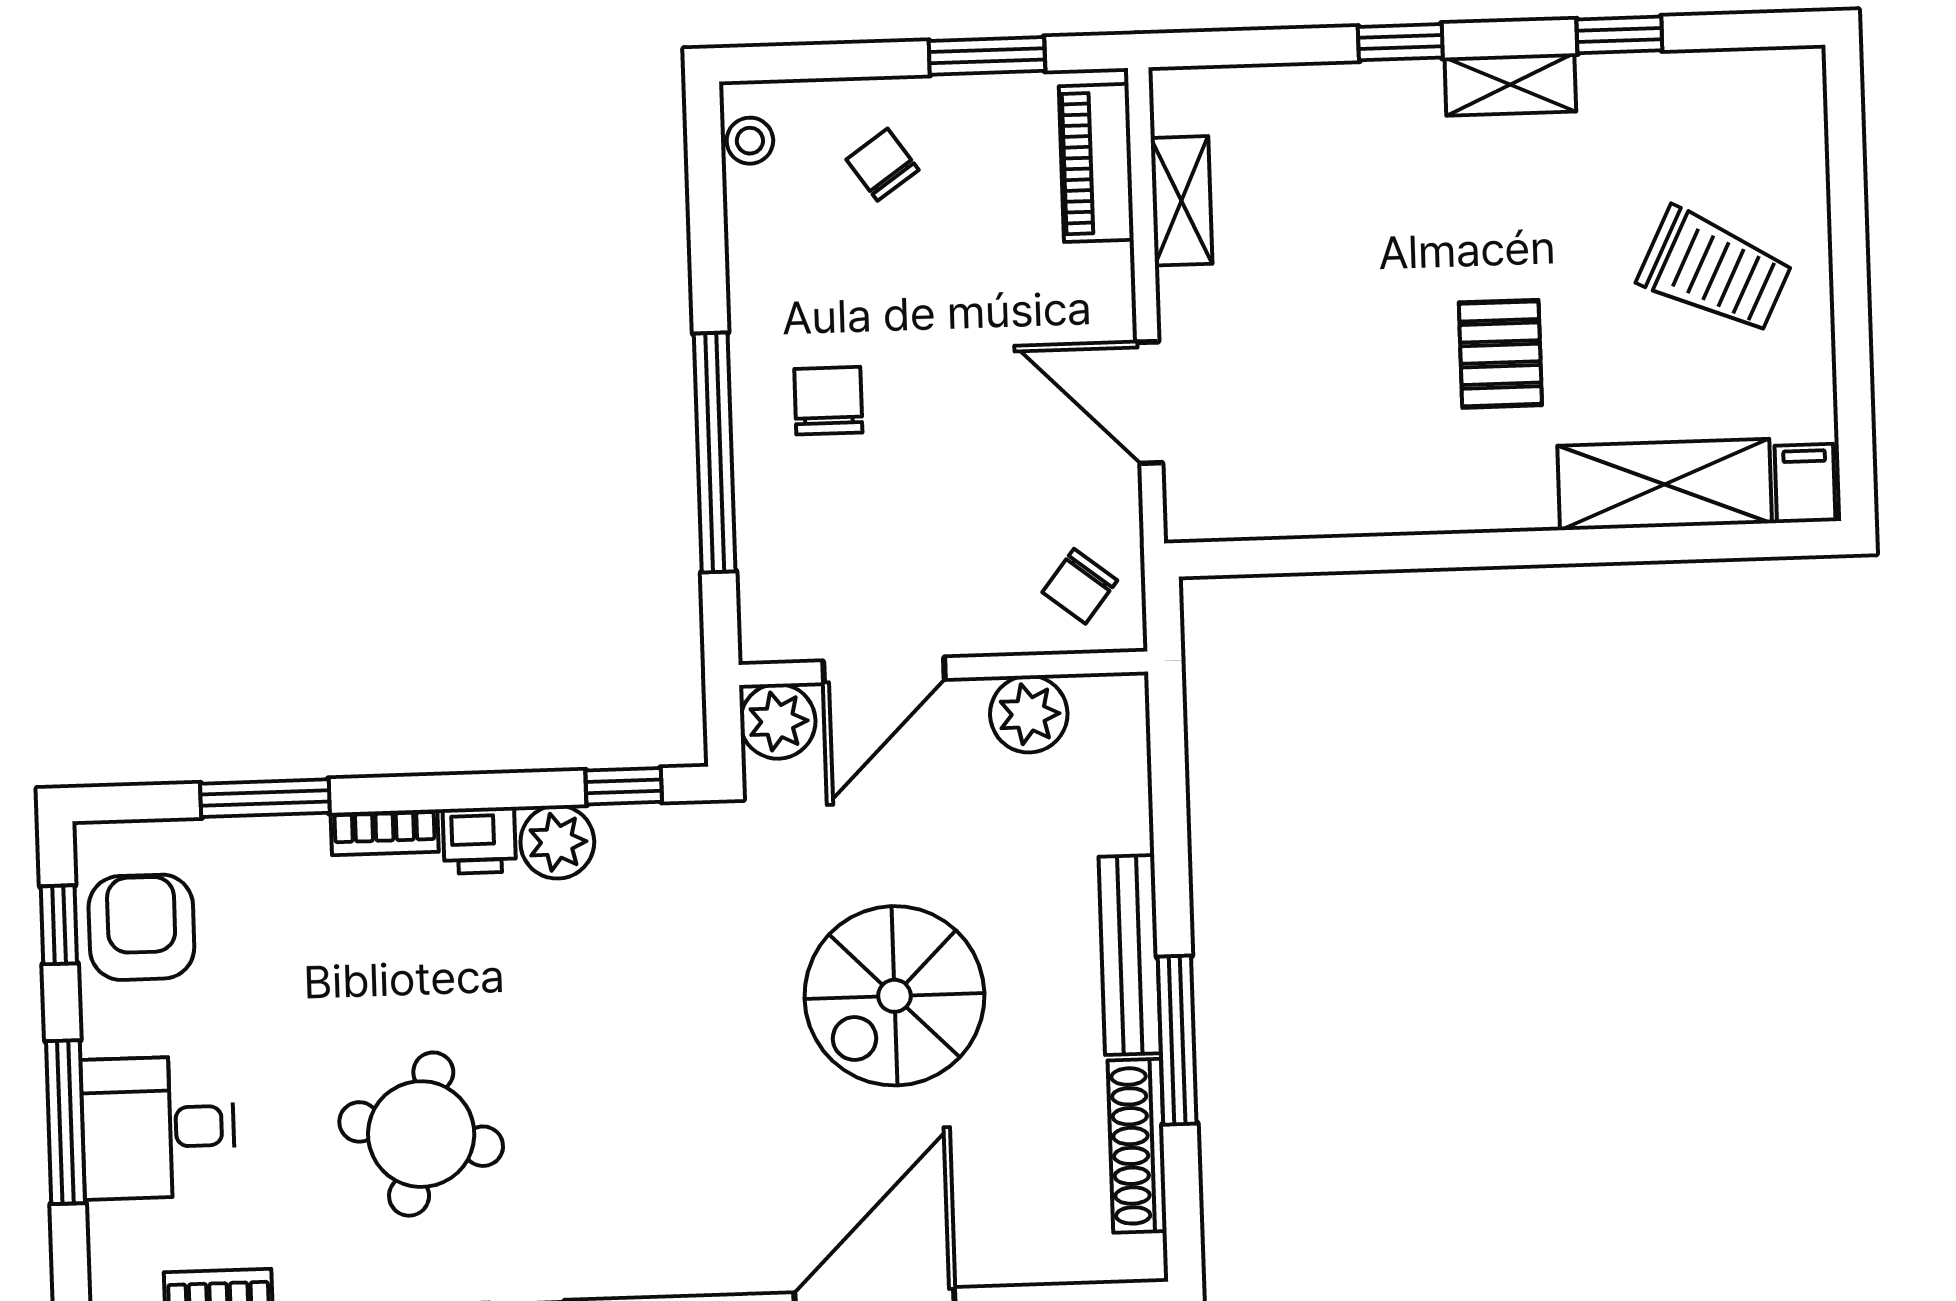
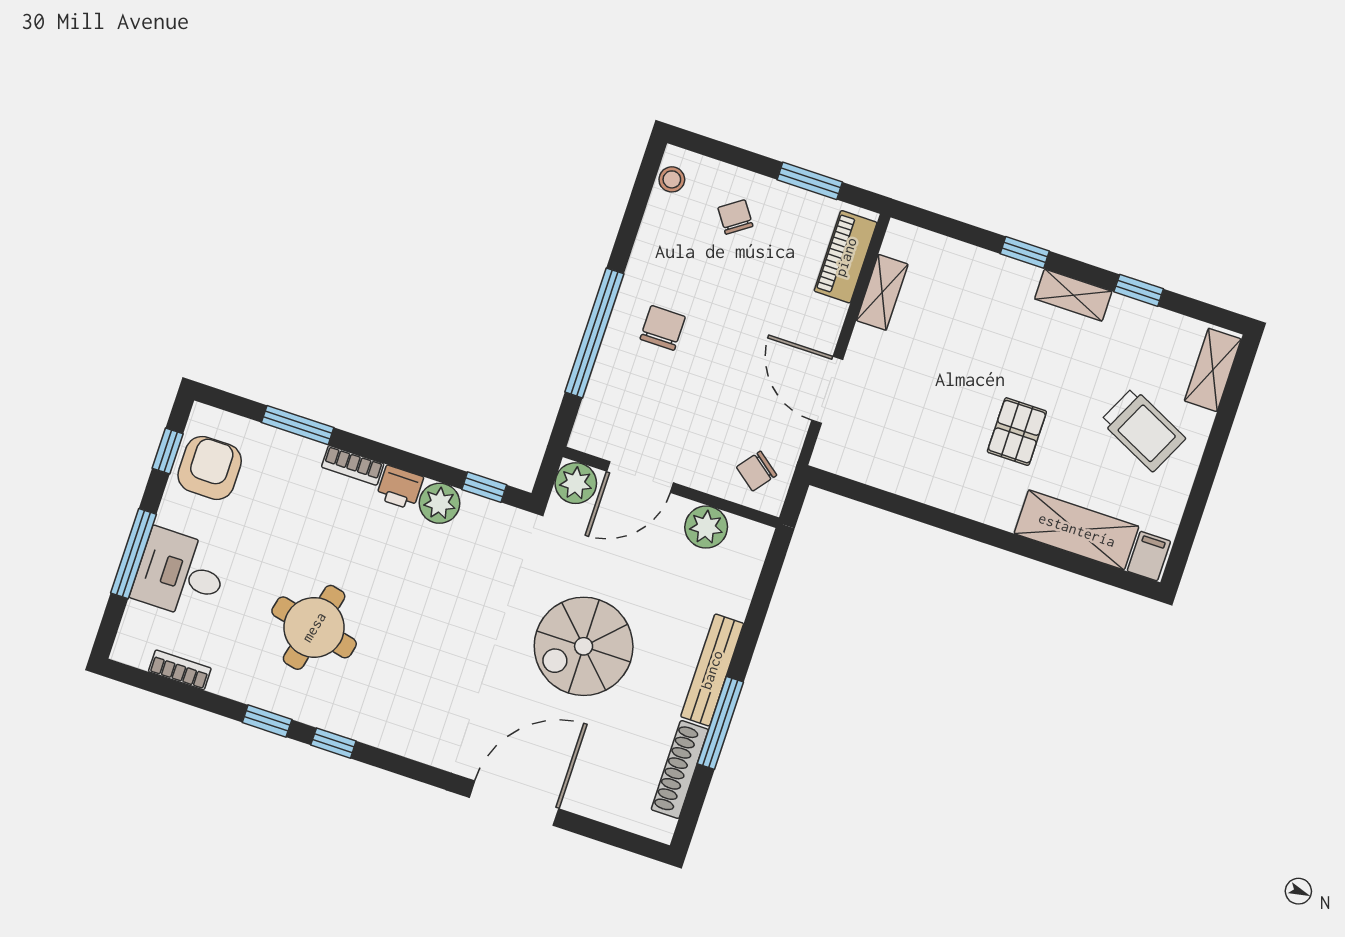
shelving: (1797, 124) -> (1213, 370), added

